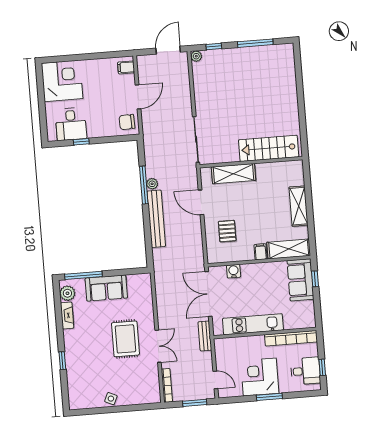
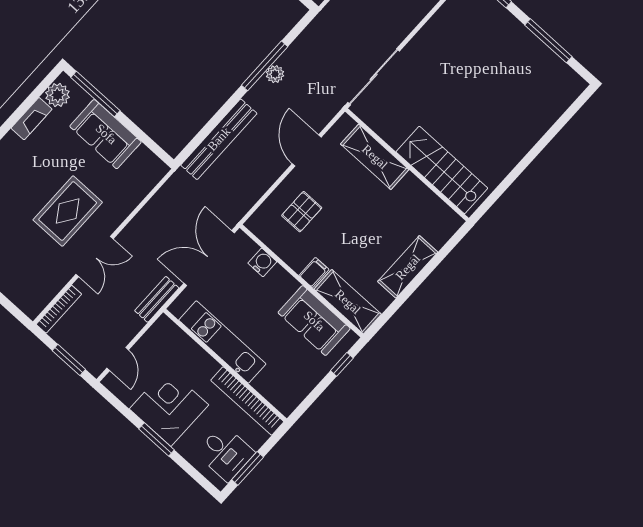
bench: (156, 219) -> (219, 139), moved
sofa: (301, 280) -> (314, 321), moved, turned -90
window: (322, 367) -> (248, 468), width x1.50

